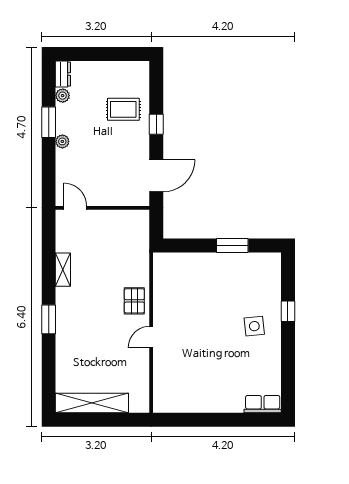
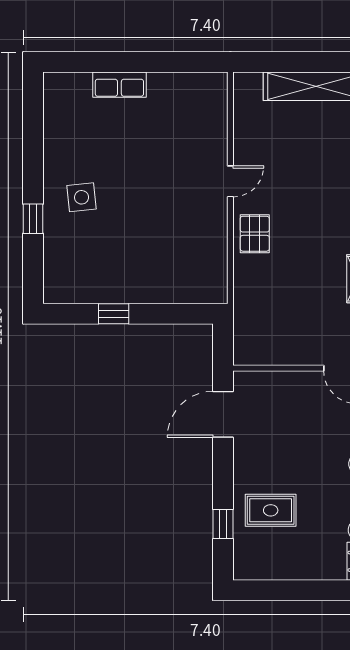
window: (156, 124) -> (223, 524), moved
window: (232, 245) -> (114, 314), width x0.67
row of seats: (263, 404) -> (119, 85), moved

